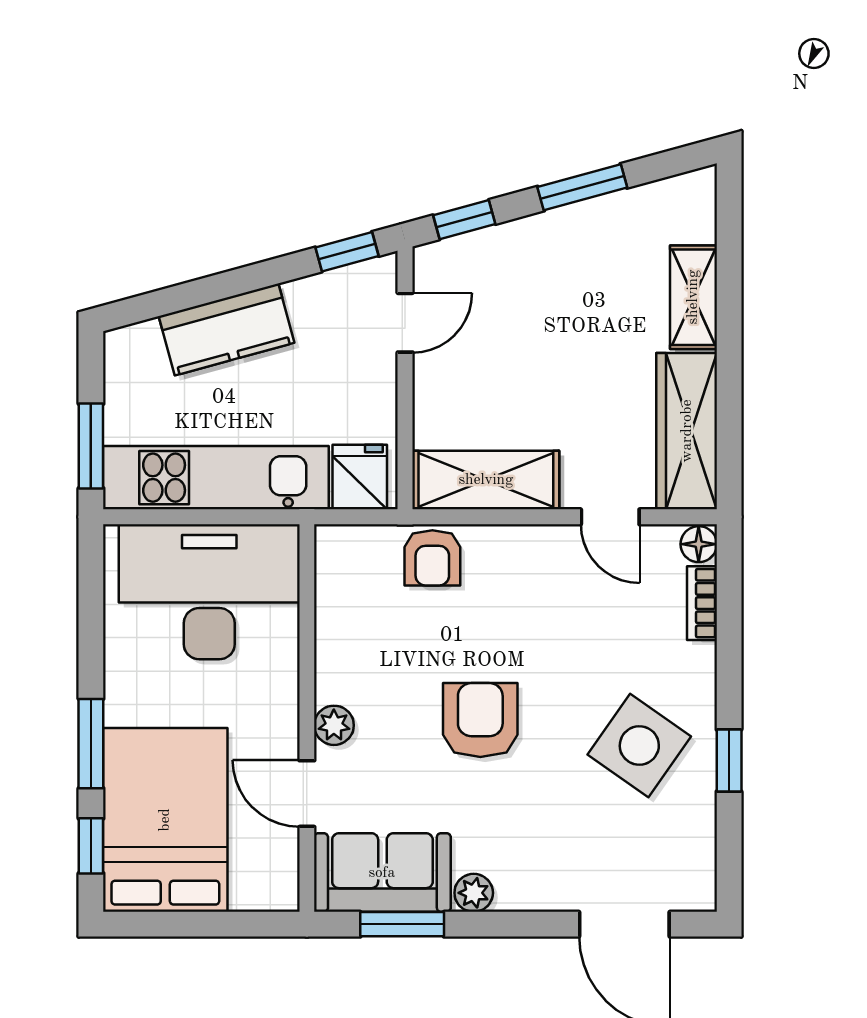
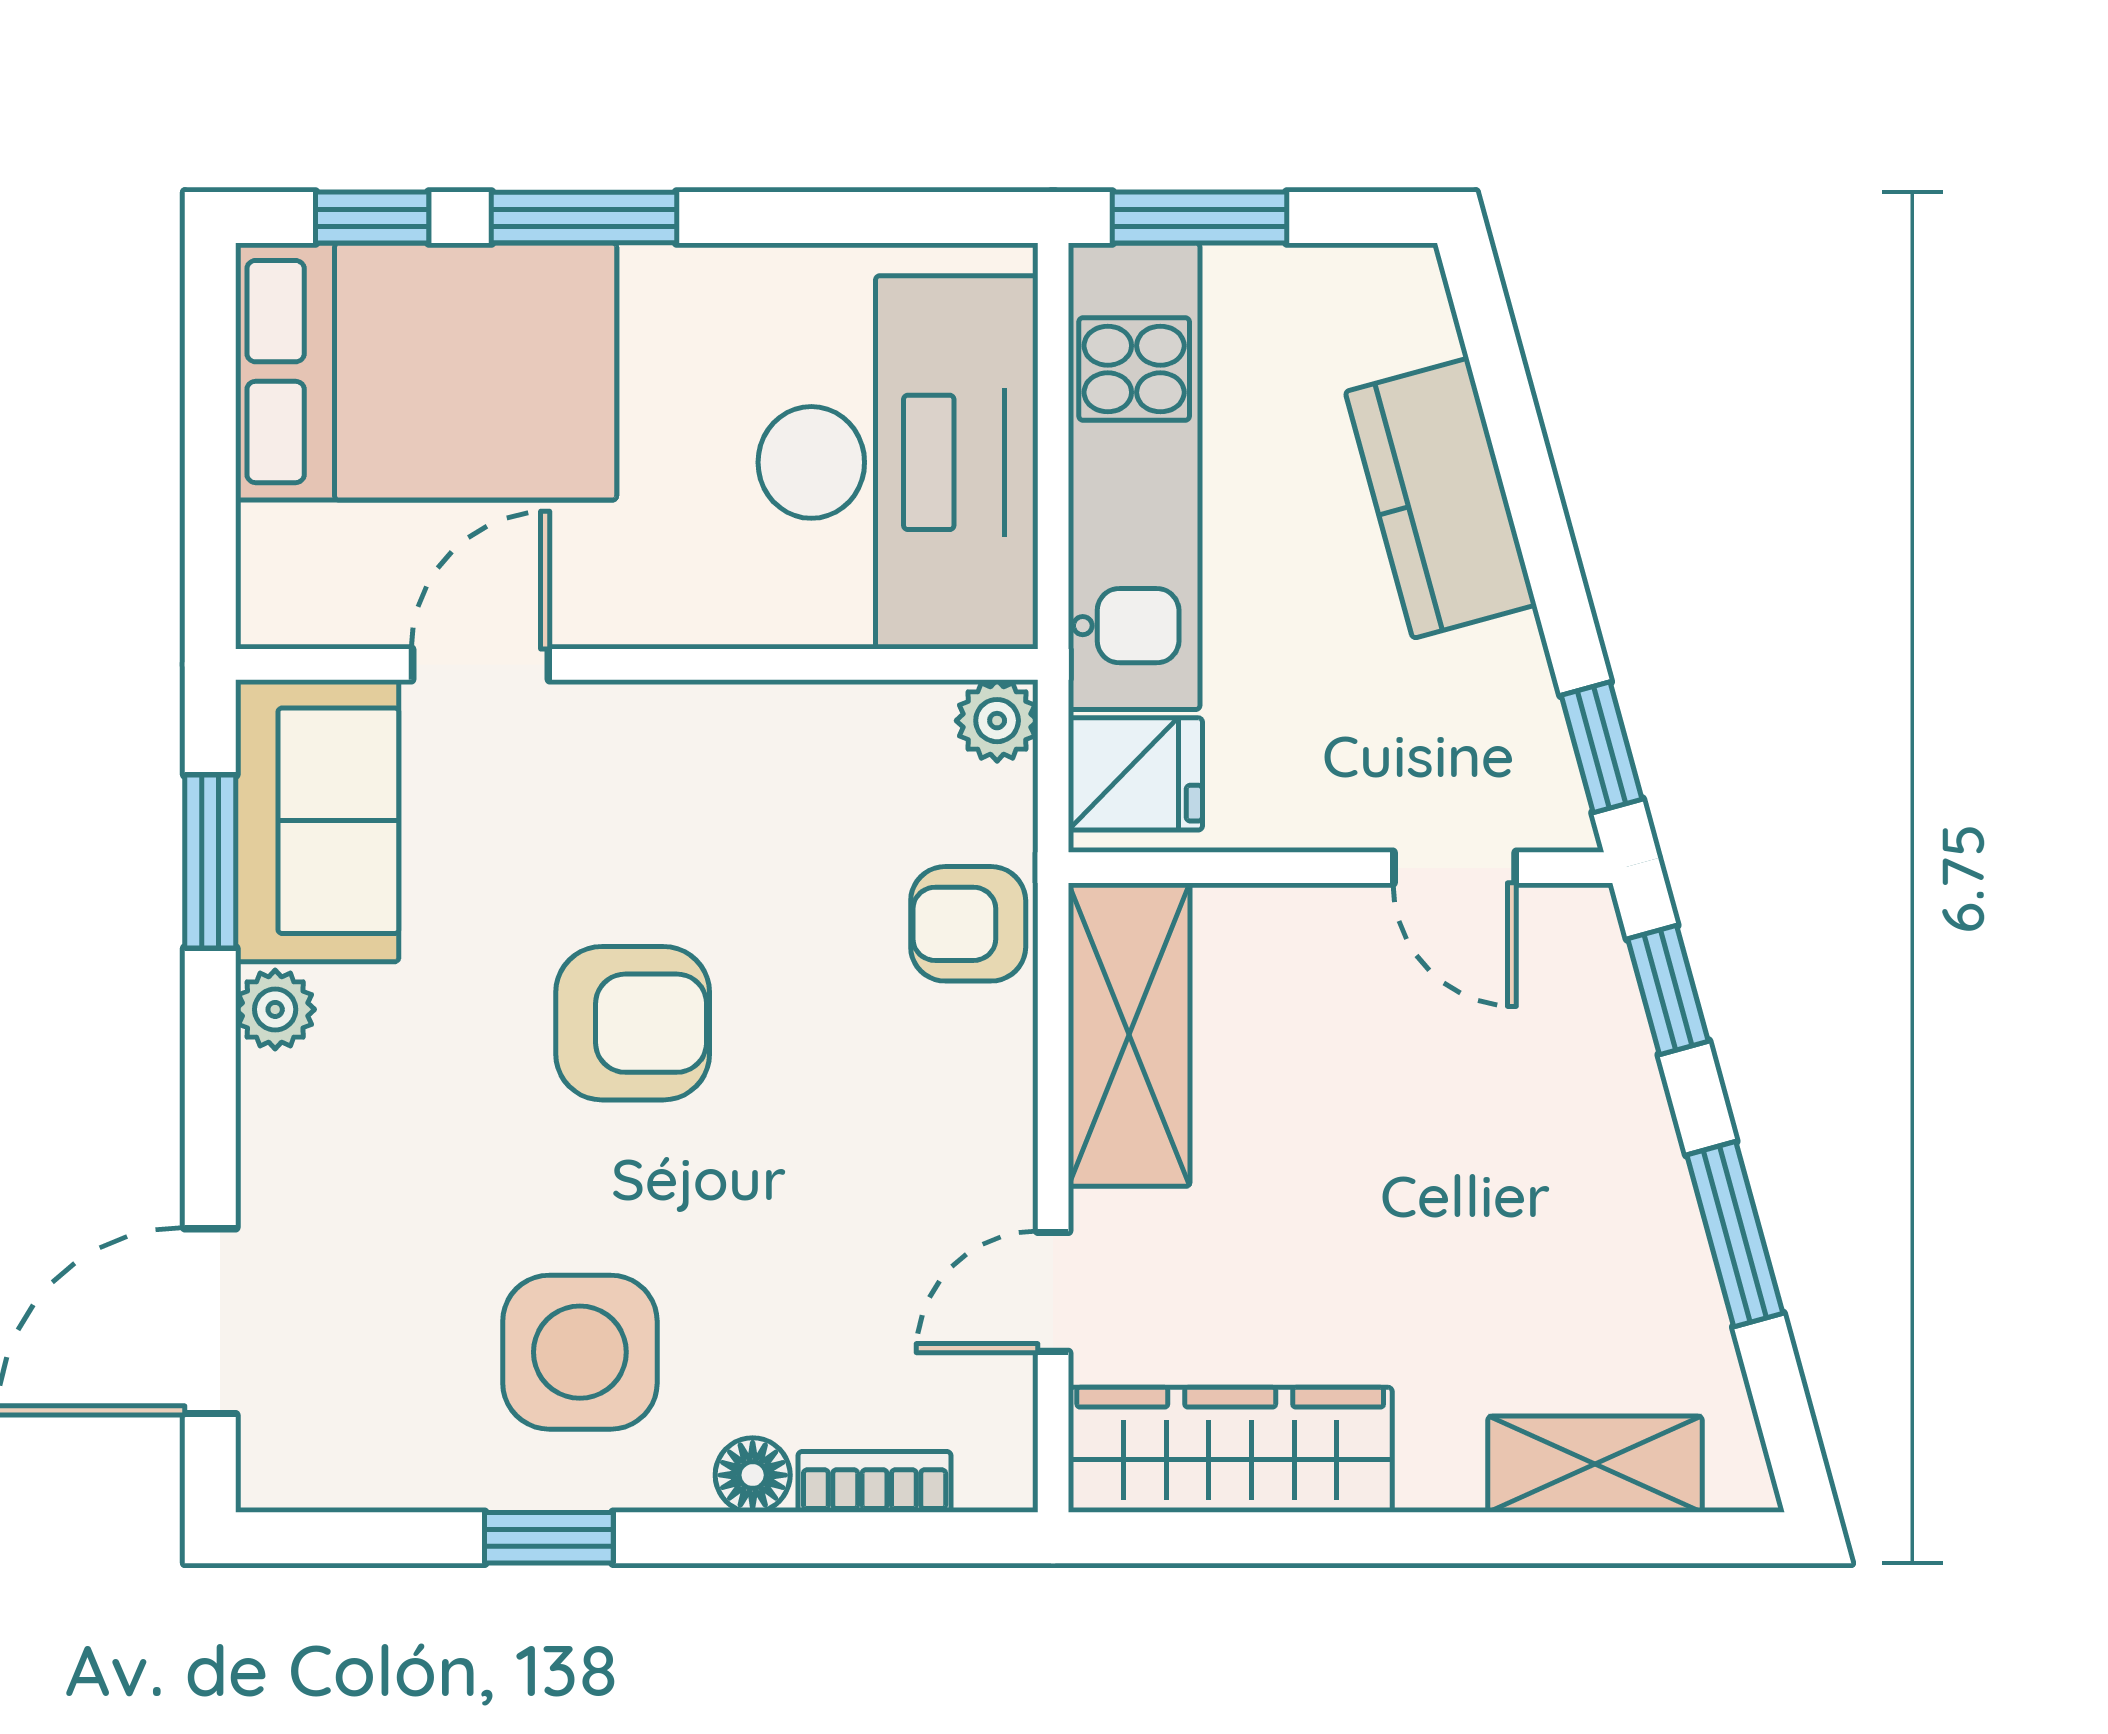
shelving: (693, 297) -> (1595, 1464), moved
floor lamp: (699, 544) -> (753, 1475), moved
plant: (334, 725) -> (997, 721), moved
side table: (639, 745) -> (580, 1352), turned -35

